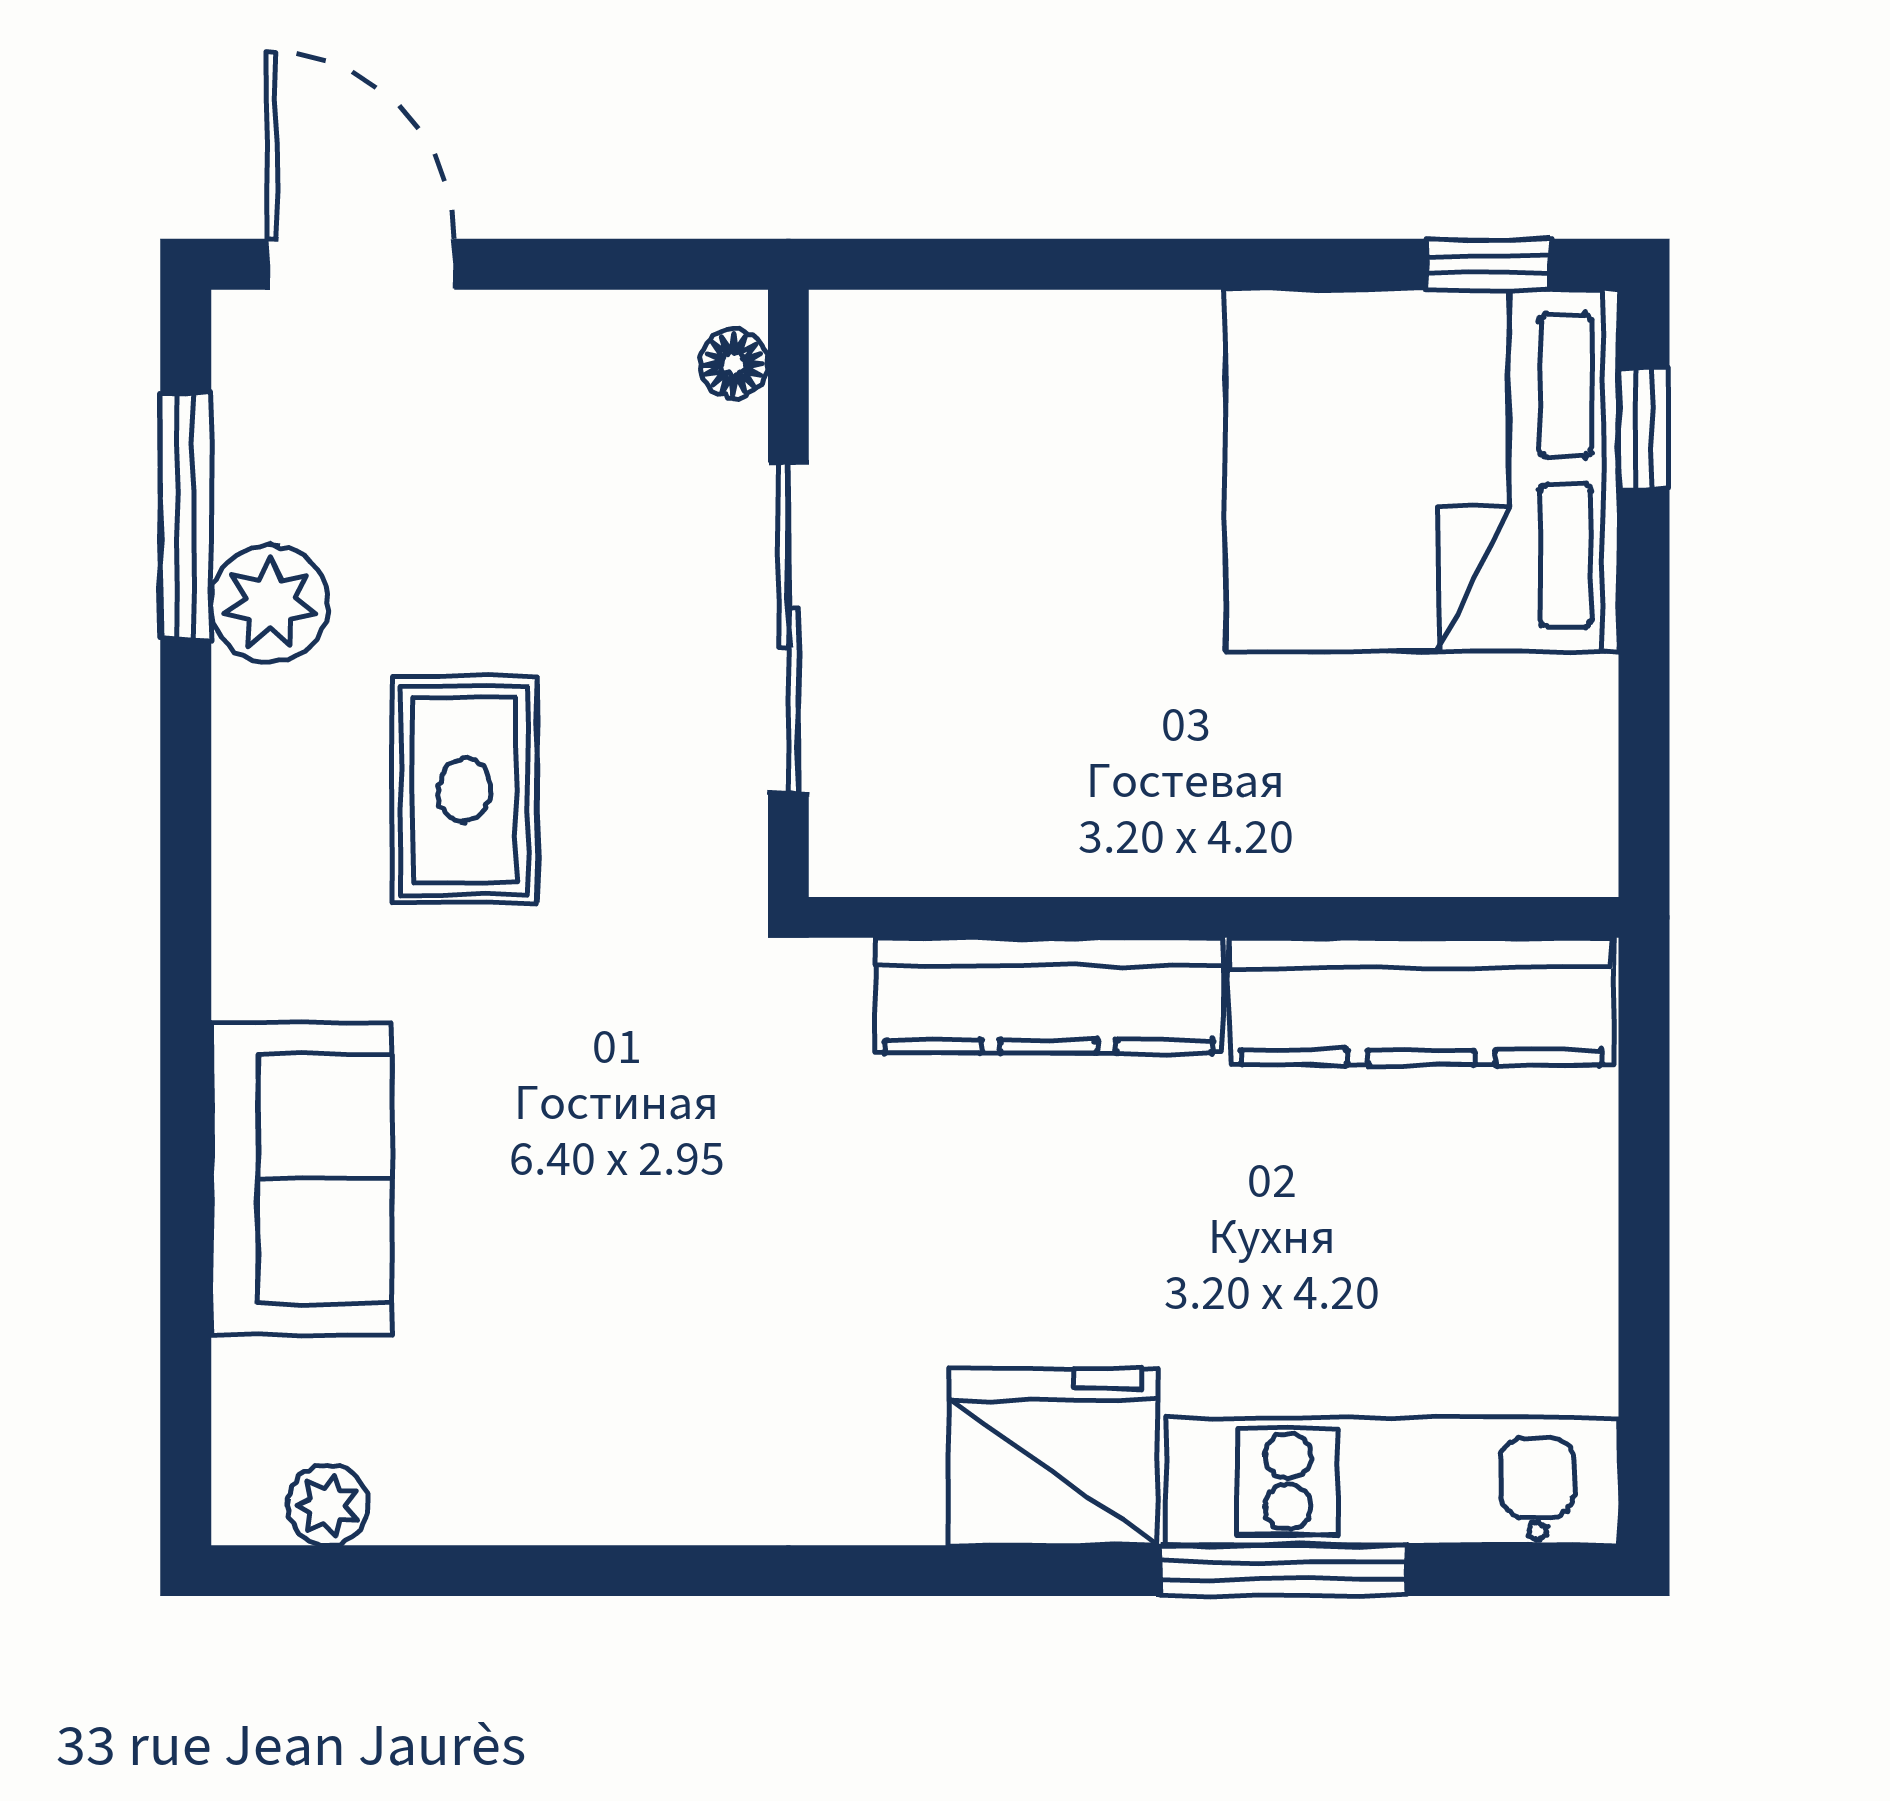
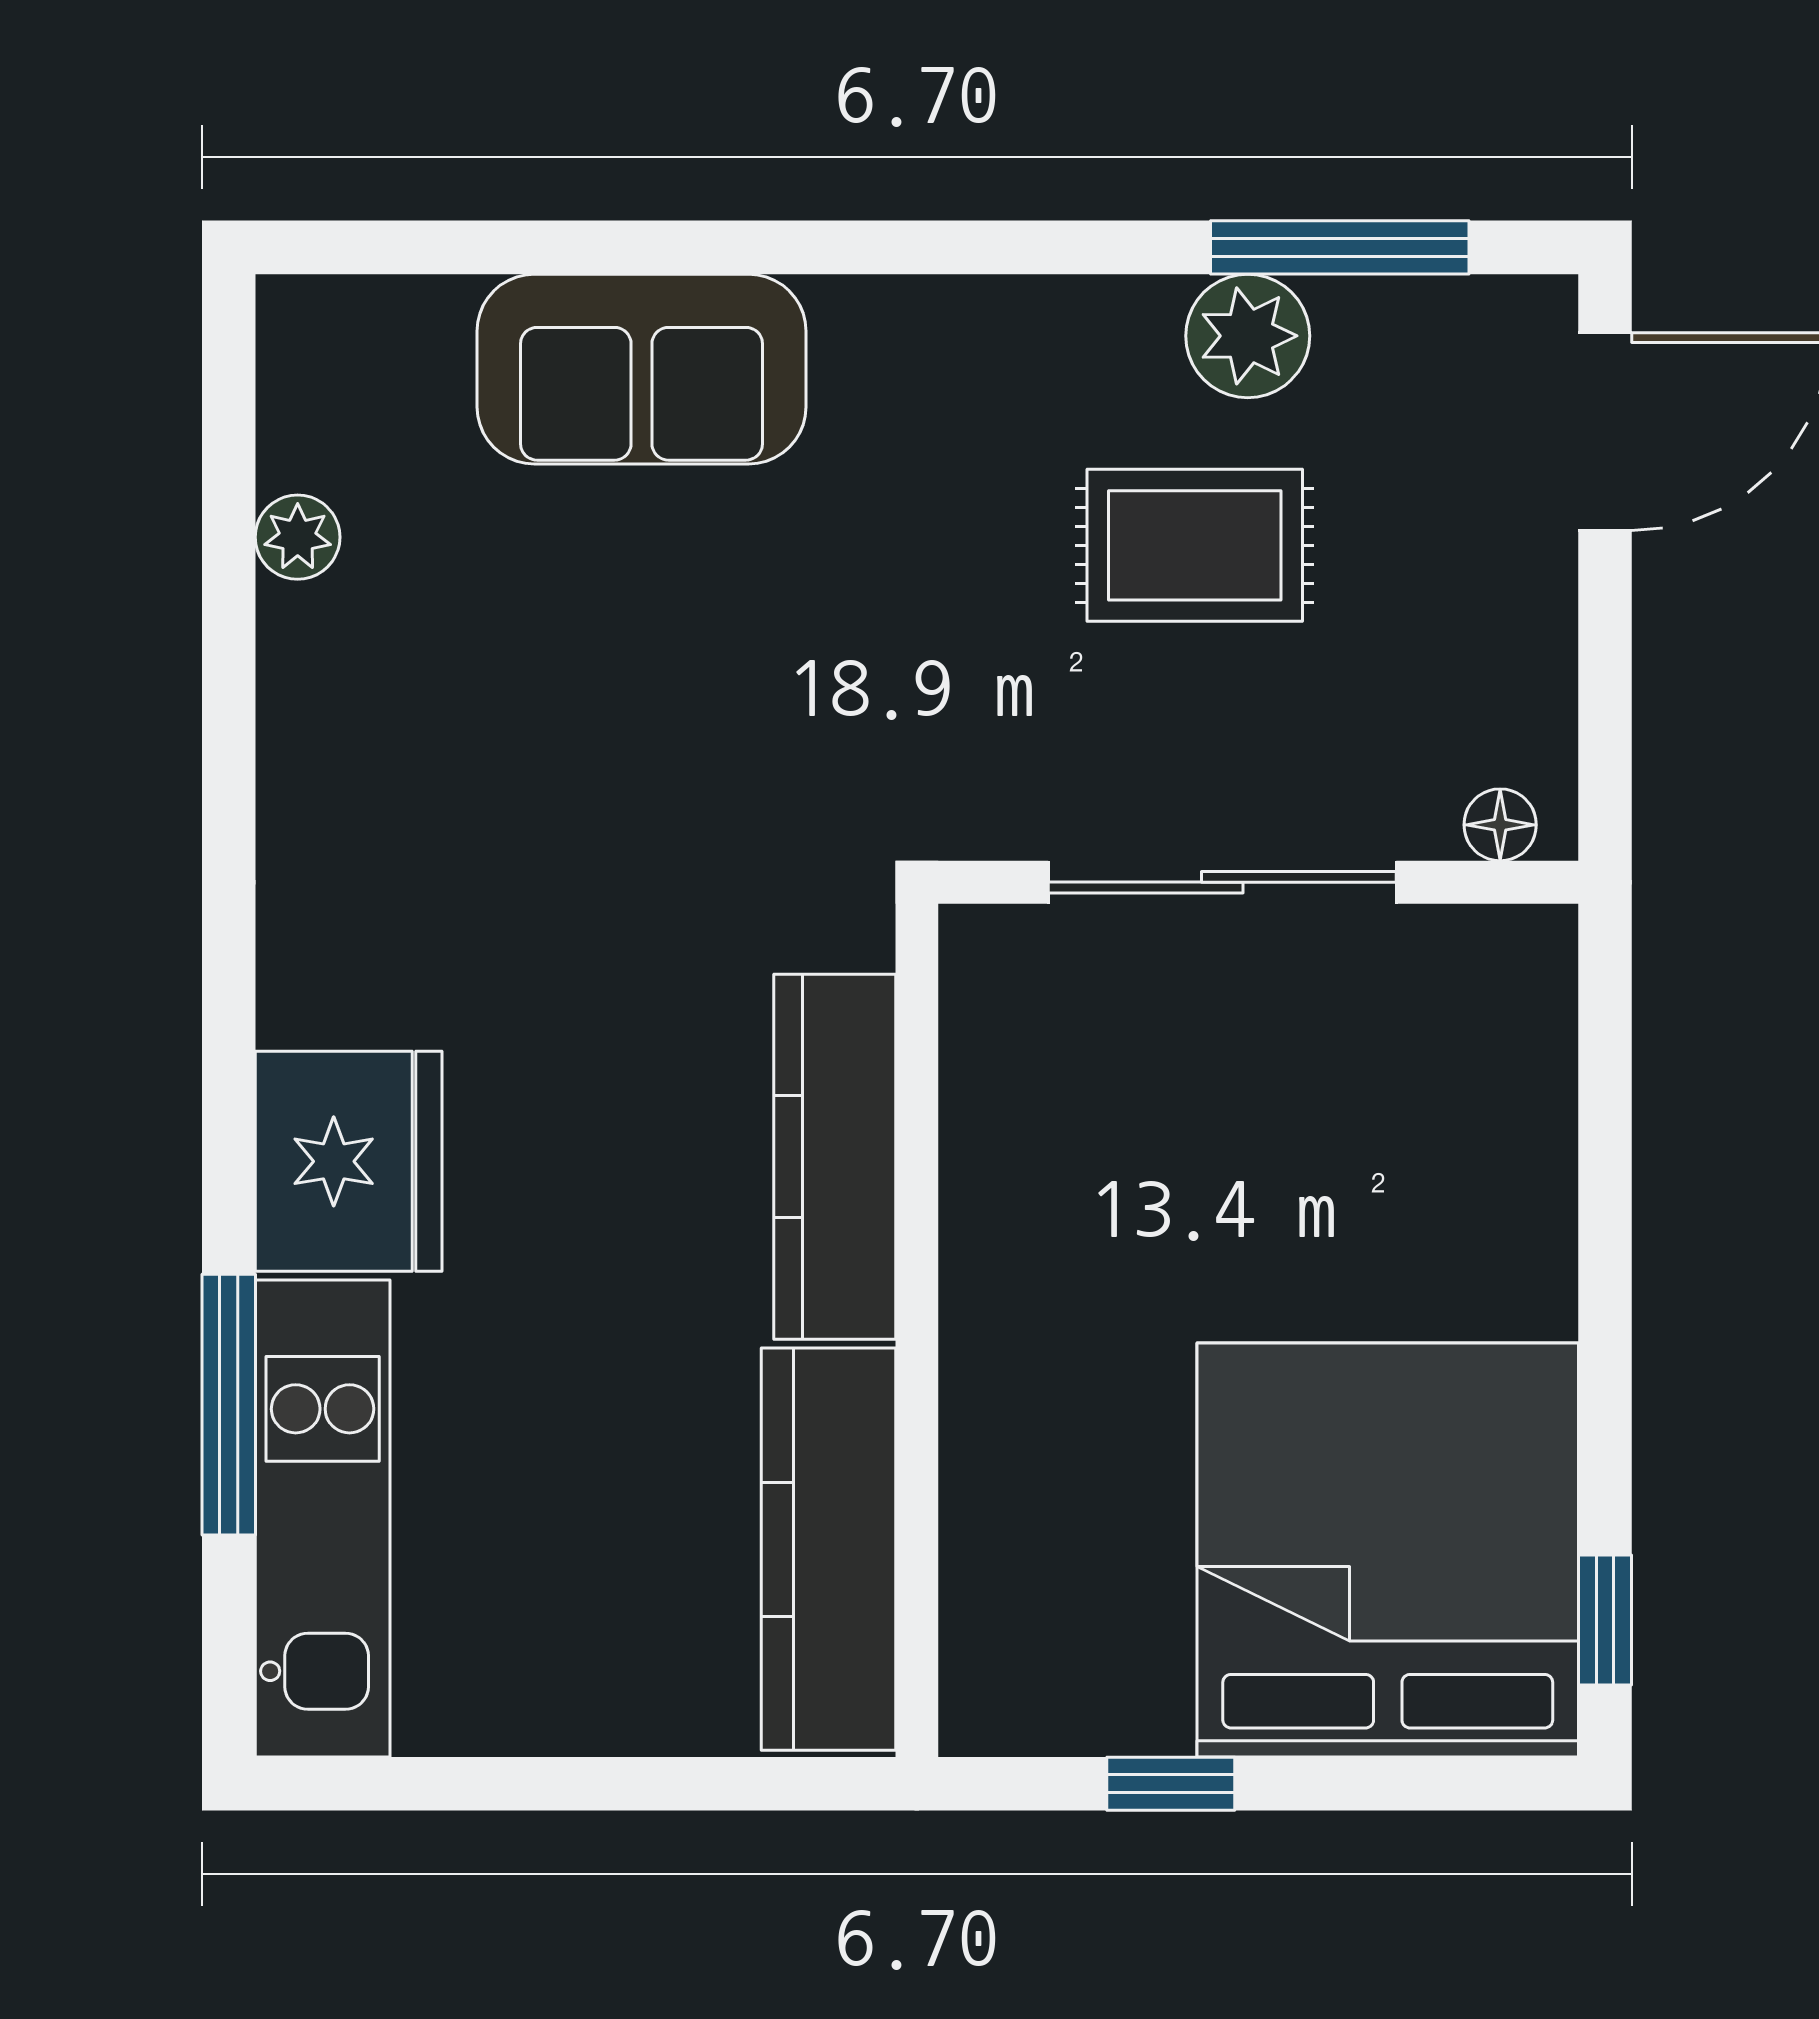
window: (1644, 428) -> (1171, 1784), moved
rug: (464, 790) -> (1195, 545), moved
plant: (328, 1505) -> (298, 537), moved

